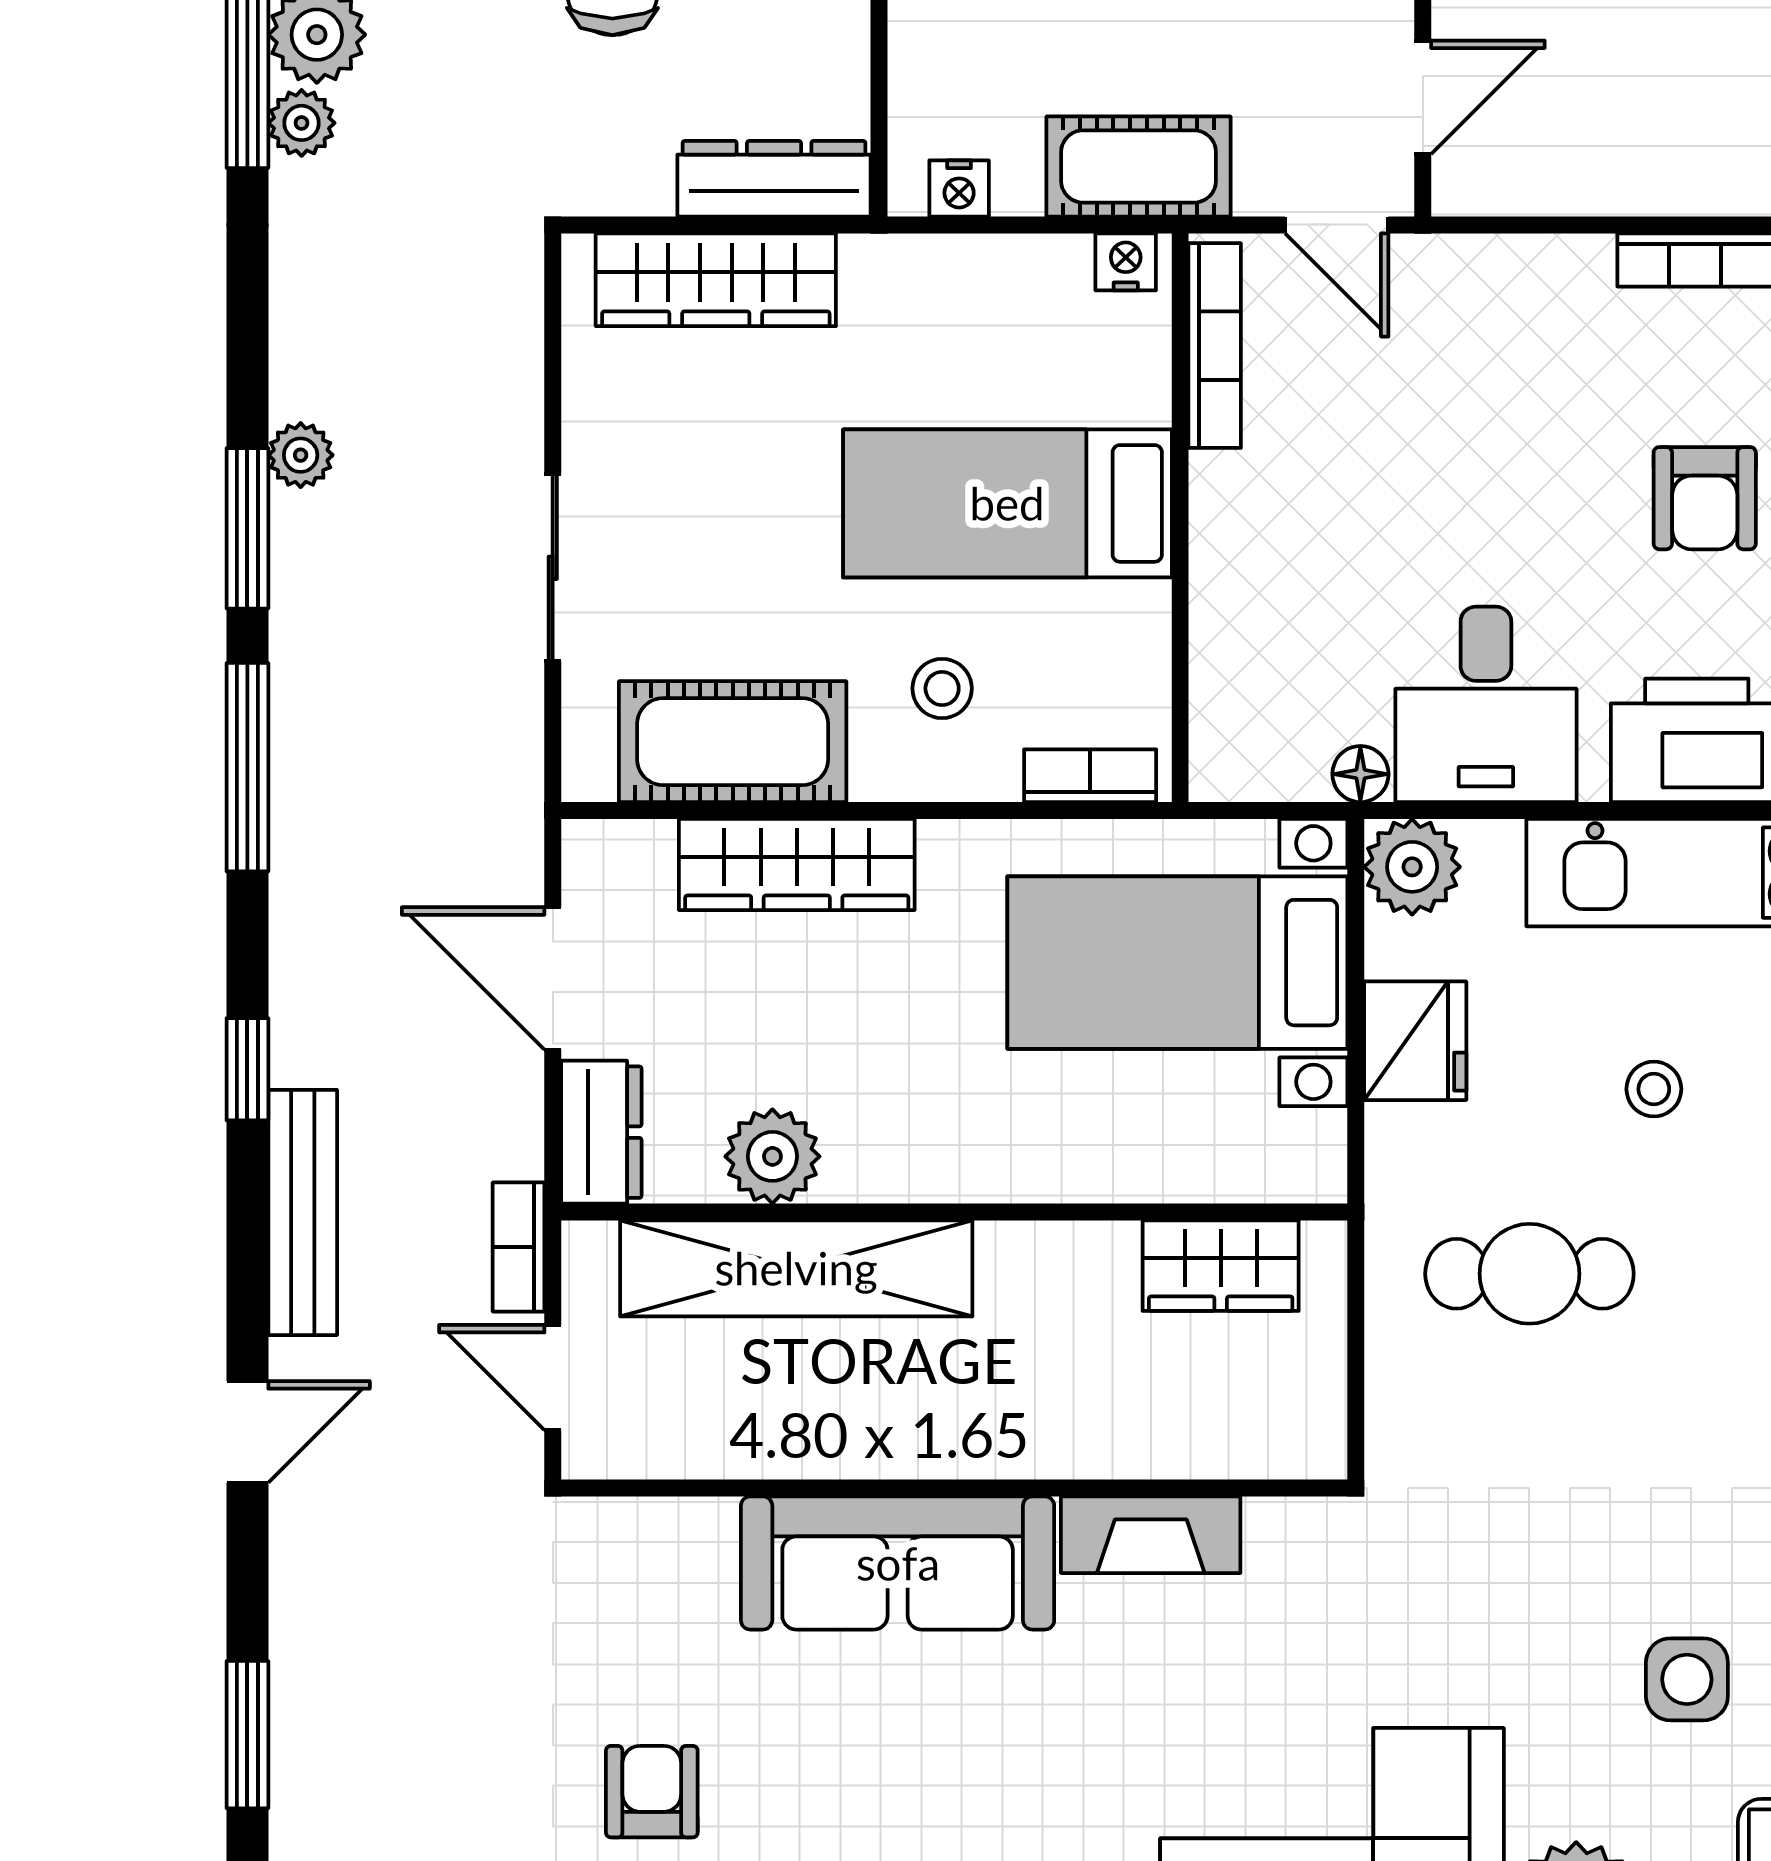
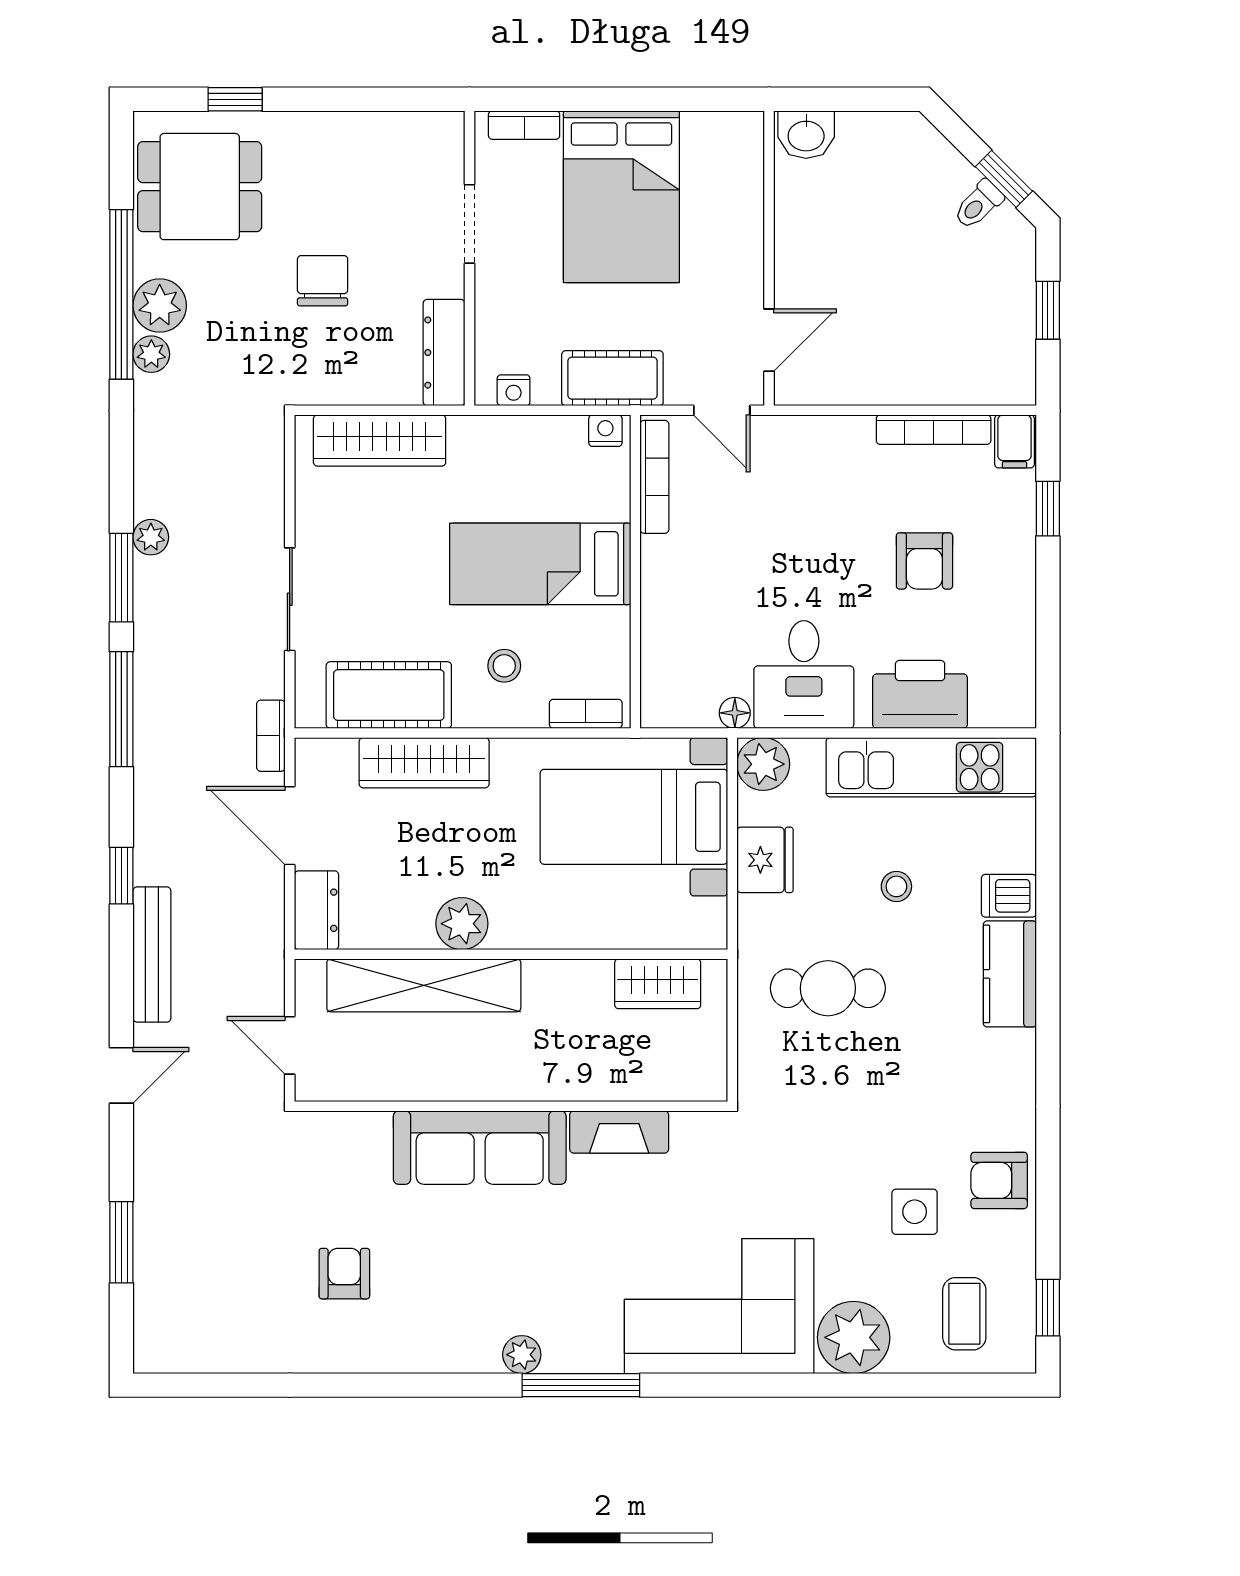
dresser: (774, 179) -> (444, 353), moved, turned -90
plant: (772, 1156) -> (462, 924), moved
bookcase: (519, 1247) -> (271, 736), moved

